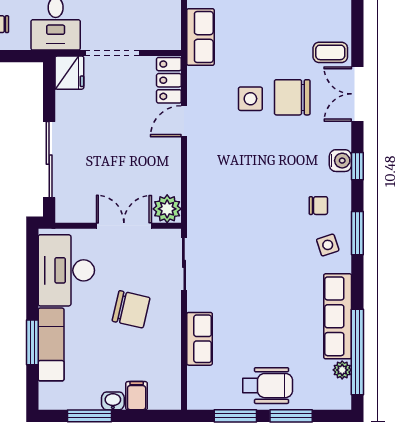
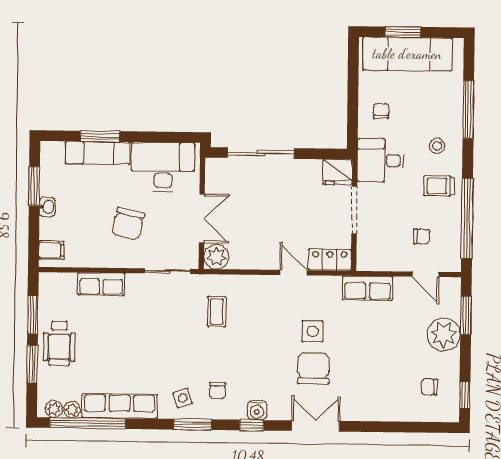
coffee table: (330, 52) -> (217, 312), moved
plant: (342, 391) -> (54, 409), added
filing cabinet: (137, 396) -> (51, 250), moved

